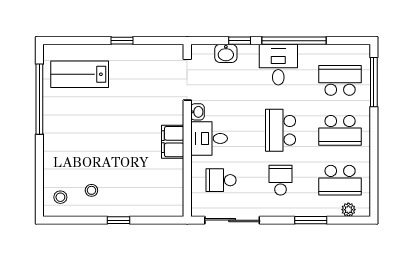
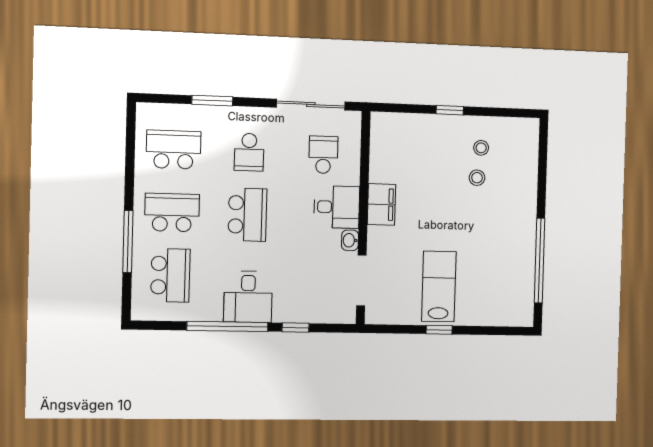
washbasin: (226, 53) -> (313, 312), removed
lab bench: (80, 74) -> (439, 286), moved, turned -90
school desk: (340, 80) -> (170, 275), turned -90
window: (374, 82) -> (128, 241), moved
school desk: (221, 180) -> (323, 155), turned -90
stool: (60, 197) -> (477, 178), moved
plant: (348, 210) -> (164, 112), removed

